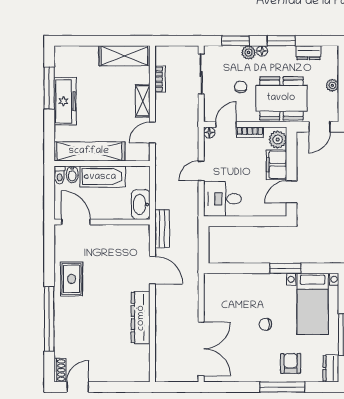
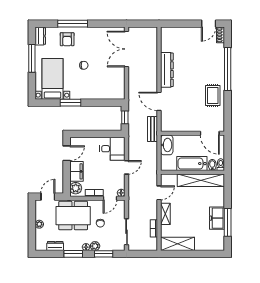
freezer: (65, 101) -> (217, 218), width x0.71
window: (204, 246) -> (125, 117), added

